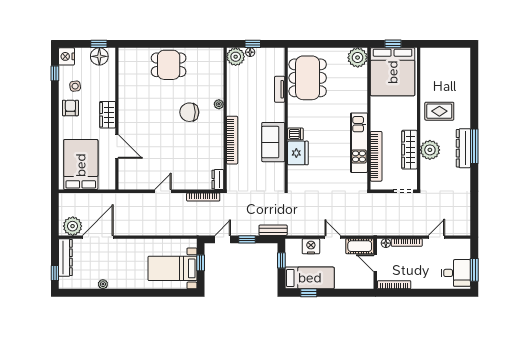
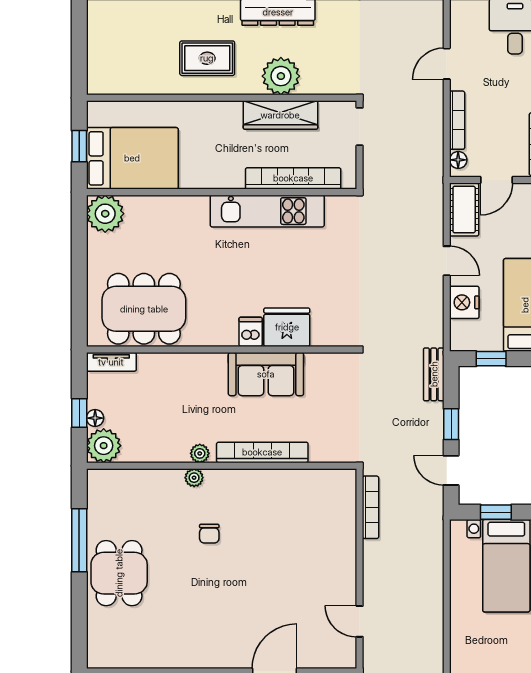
window: (186, 44) -> (79, 540), added
bed: (393, 72) -> (132, 158), width x0.73
tv unit: (280, 89) -> (111, 362), moved
plant: (232, 107) -> (200, 453), added
rug: (439, 111) -> (207, 58), turned 90
chair: (189, 112) -> (209, 534), width x0.54, depth x0.54
dresser: (218, 180) -> (337, 479), removed
door: (163, 191) -> (360, 621), moved
door: (333, 237) -> (447, 261), swing flipped
door: (436, 237) -> (447, 64), hinge flipped

